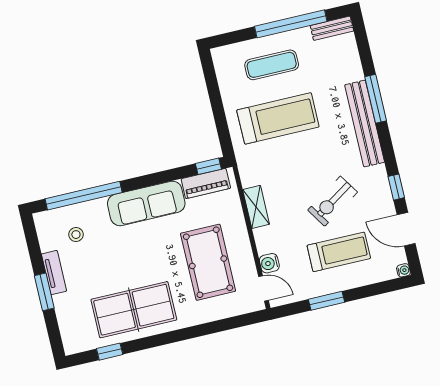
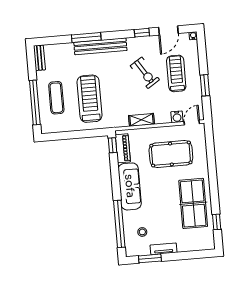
window: (291, 24) -> (35, 103), moved
window: (44, 292) -> (150, 258), moved

